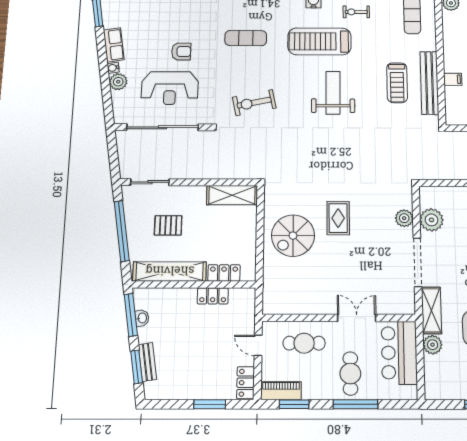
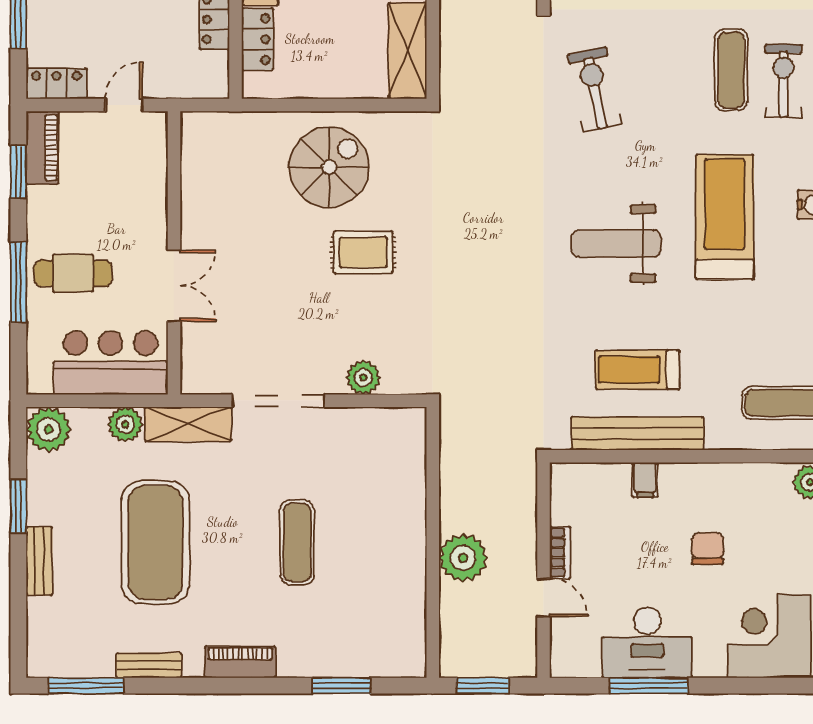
exercise bike: (356, 12) -> (784, 81), moved, width x1.38, depth x1.39
weight bench: (333, 93) -> (616, 244), turned 180
plant: (432, 220) -> (49, 429), moved
spiral stairs: (293, 236) -> (329, 167), turned 90
cafe table: (304, 343) -> (128, 189), removed

